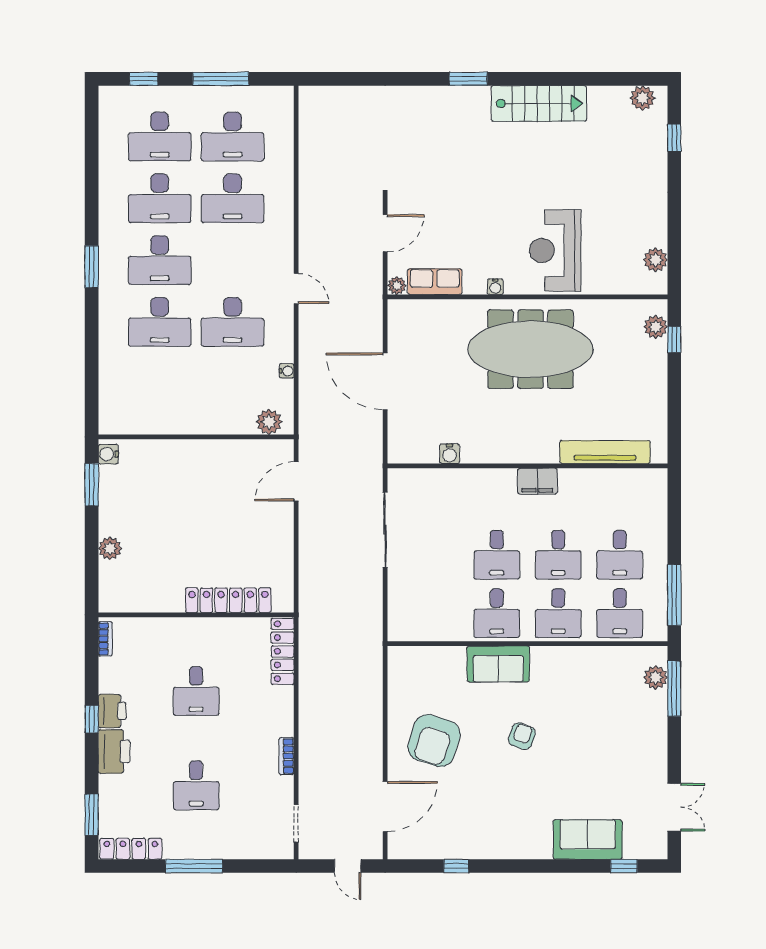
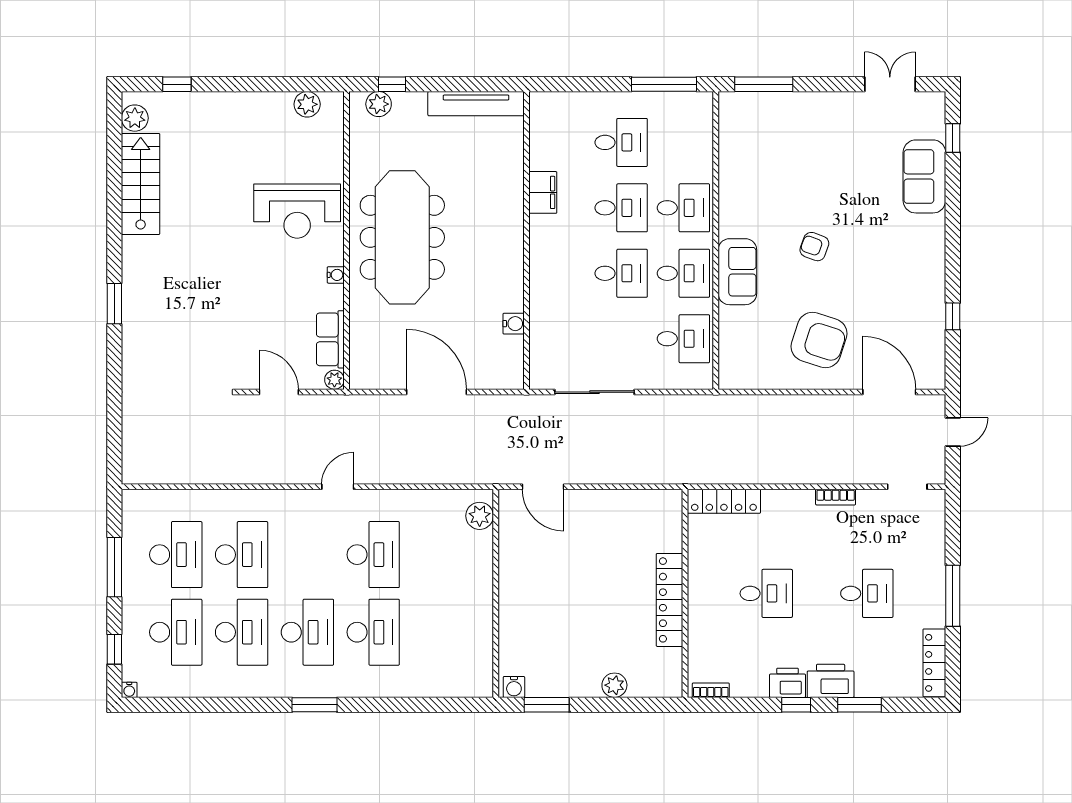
stairs: (539, 103) -> (141, 184), moved
water cooler: (287, 371) -> (129, 690), moved, turned 180
door: (385, 381) -> (437, 392), swing flipped
tv unit: (605, 452) -> (476, 104), moved, turned -90
filing cabinet: (537, 481) -> (543, 192), moved
locker: (228, 600) -> (670, 600), moved
desk: (620, 613) -> (683, 339), moved
plant: (656, 677) -> (752, 104), removed
window: (92, 815) -> (860, 705), moved

